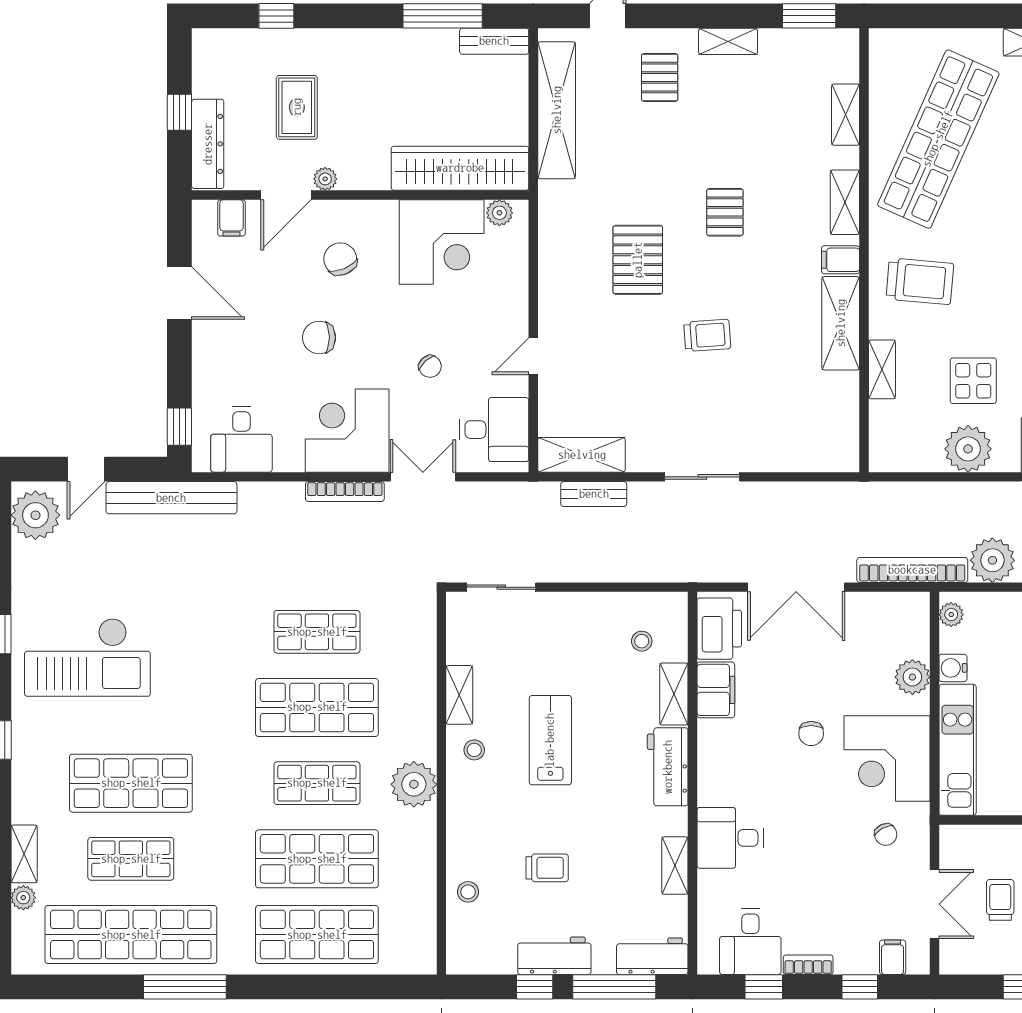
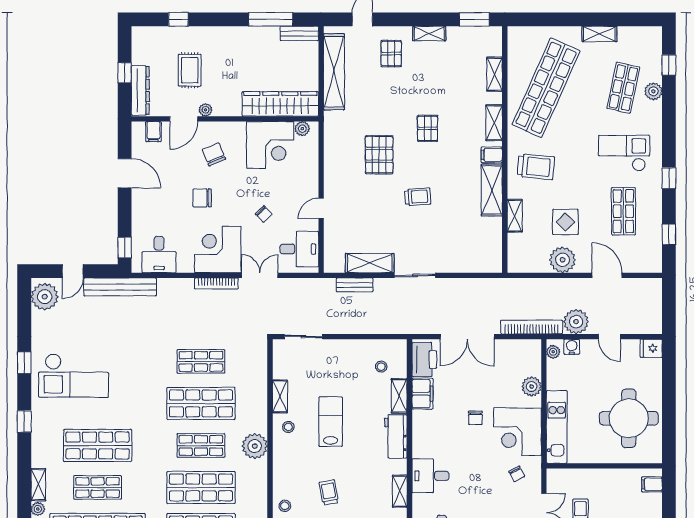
shelving: (582, 455) -> (370, 263), moved
water cooler: (953, 668) -> (572, 347), moved, turned 90
trolley: (547, 868) -> (329, 492), turned -101

